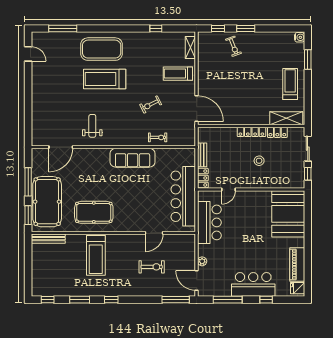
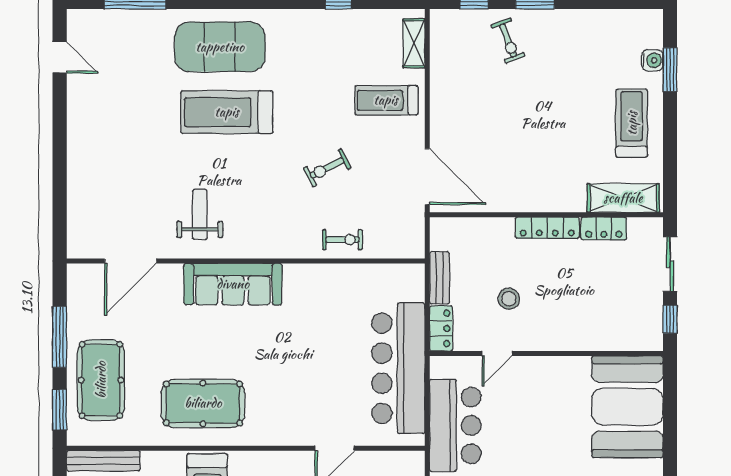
water cooler: (300, 37) -> (652, 60), moved
sofa: (133, 158) -> (233, 284), moved
stool: (259, 161) -> (509, 299), moved
pool table: (47, 202) -> (101, 380), width x0.73, depth x0.76

